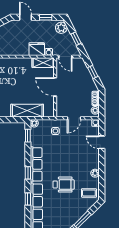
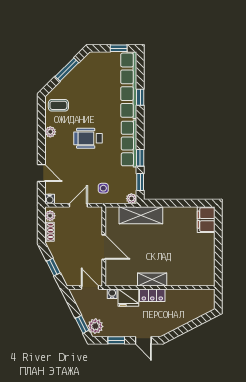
window: (76, 39) -> (82, 324), moved
locker: (19, 51) -> (152, 295), added
shelving: (43, 63) -> (152, 280), moved
window: (28, 173) -> (140, 158), moved
wheelchair: (64, 185) -> (88, 138), moved

